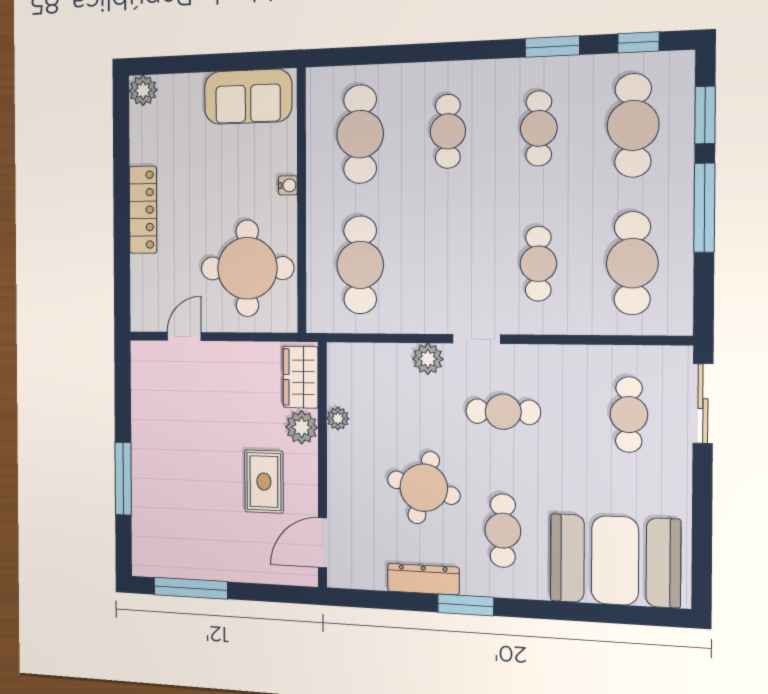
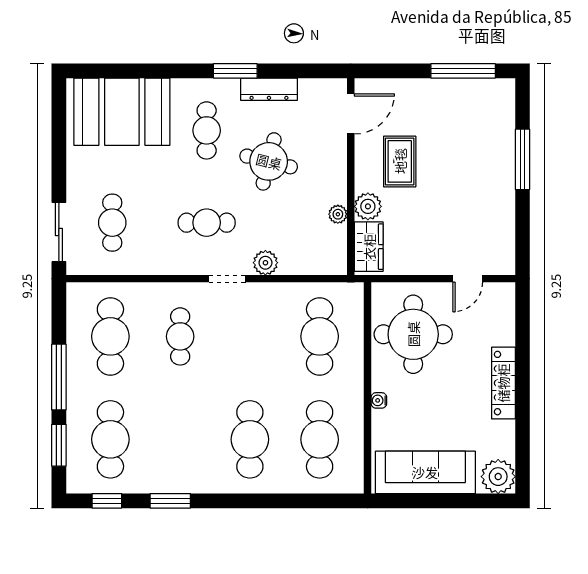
plant: (143, 90) -> (498, 477), width x1.36, depth x1.36
sofa: (248, 97) -> (425, 472), width x1.36
cafe table: (539, 128) -> (180, 439), removed
cafe table: (448, 131) -> (250, 439), width x1.37, depth x1.35

